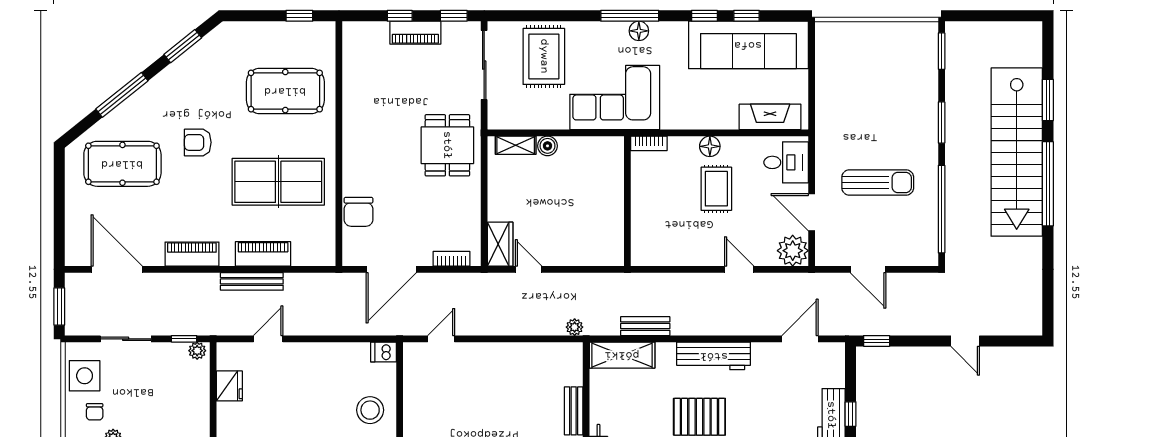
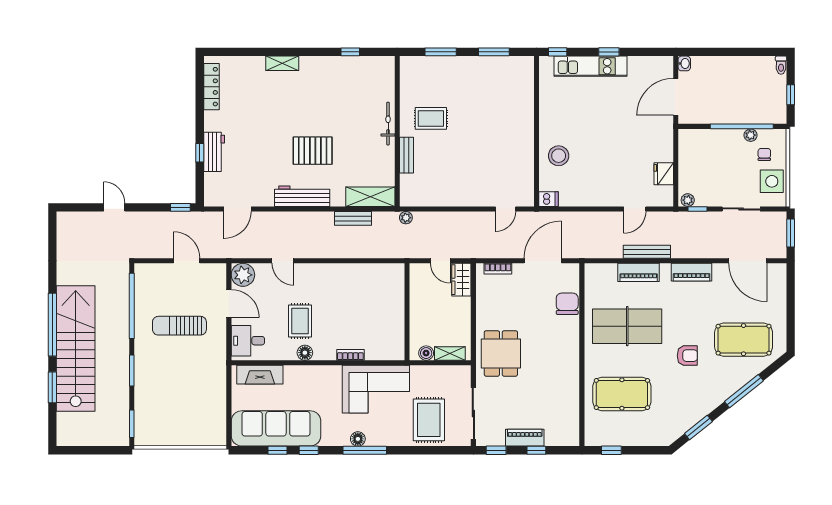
wall: (627, 201) -> (407, 312), moved

